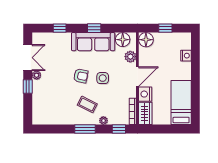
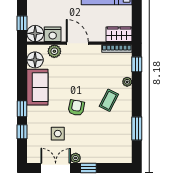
window: (94, 28) -> (22, 109), moved
window: (165, 28) -> (22, 23), moved
sofa: (93, 42) -> (37, 87), width x0.73
side table: (103, 78) -> (58, 134), moved
nightstand: (145, 94) -> (53, 34), moved
window: (85, 129) -> (137, 128), moved

